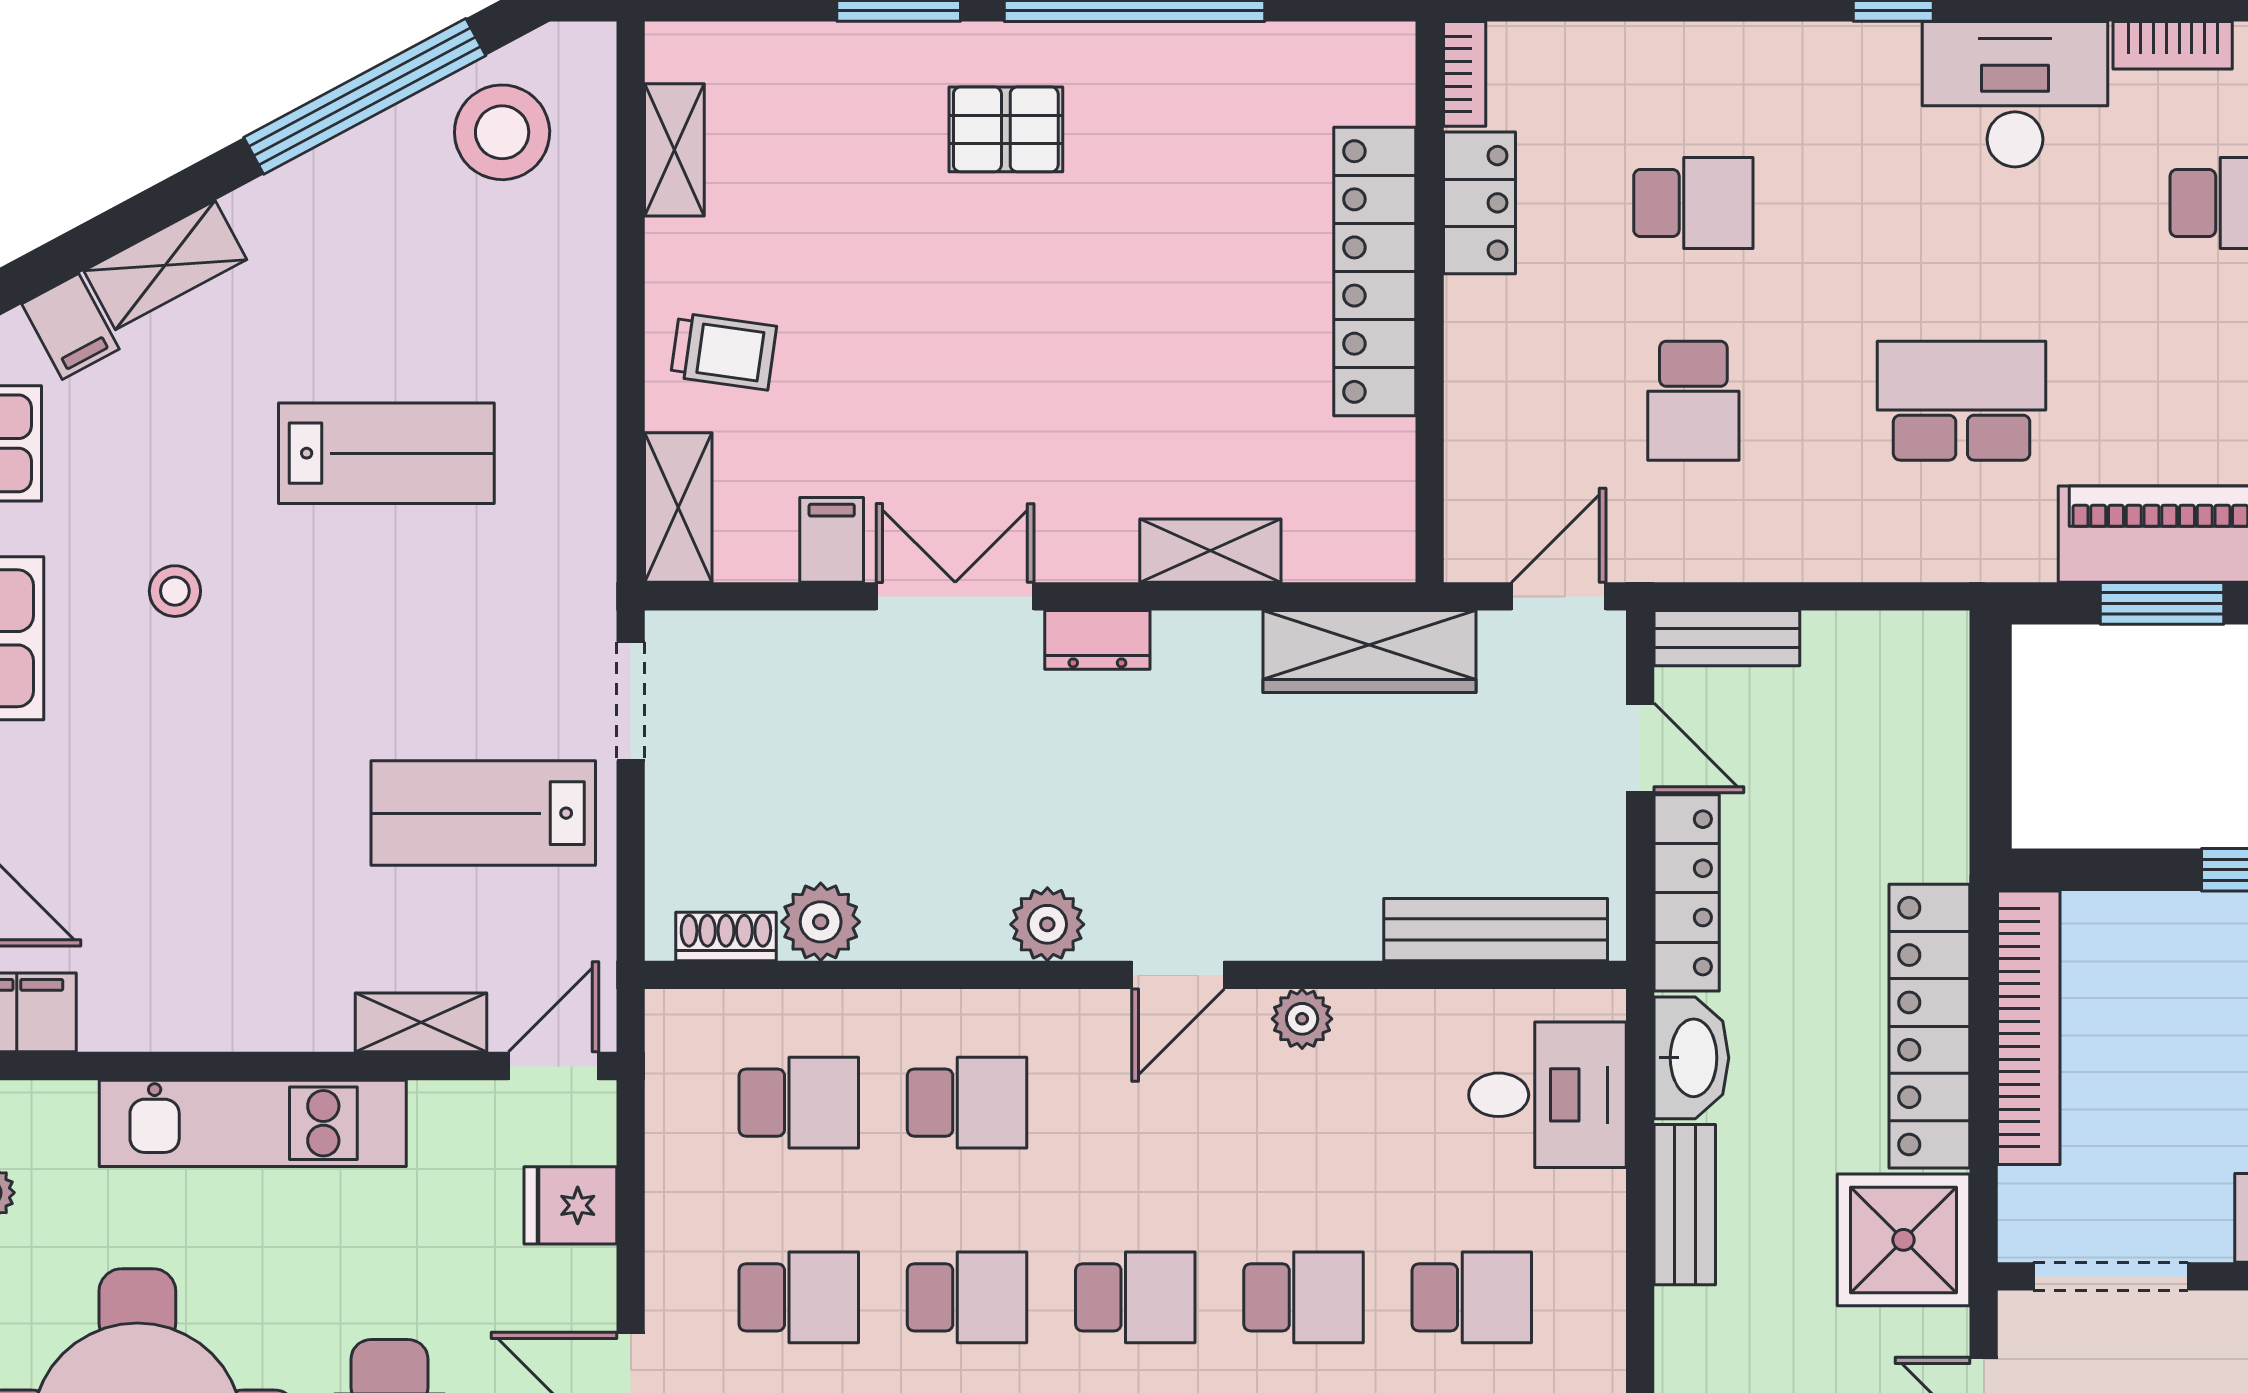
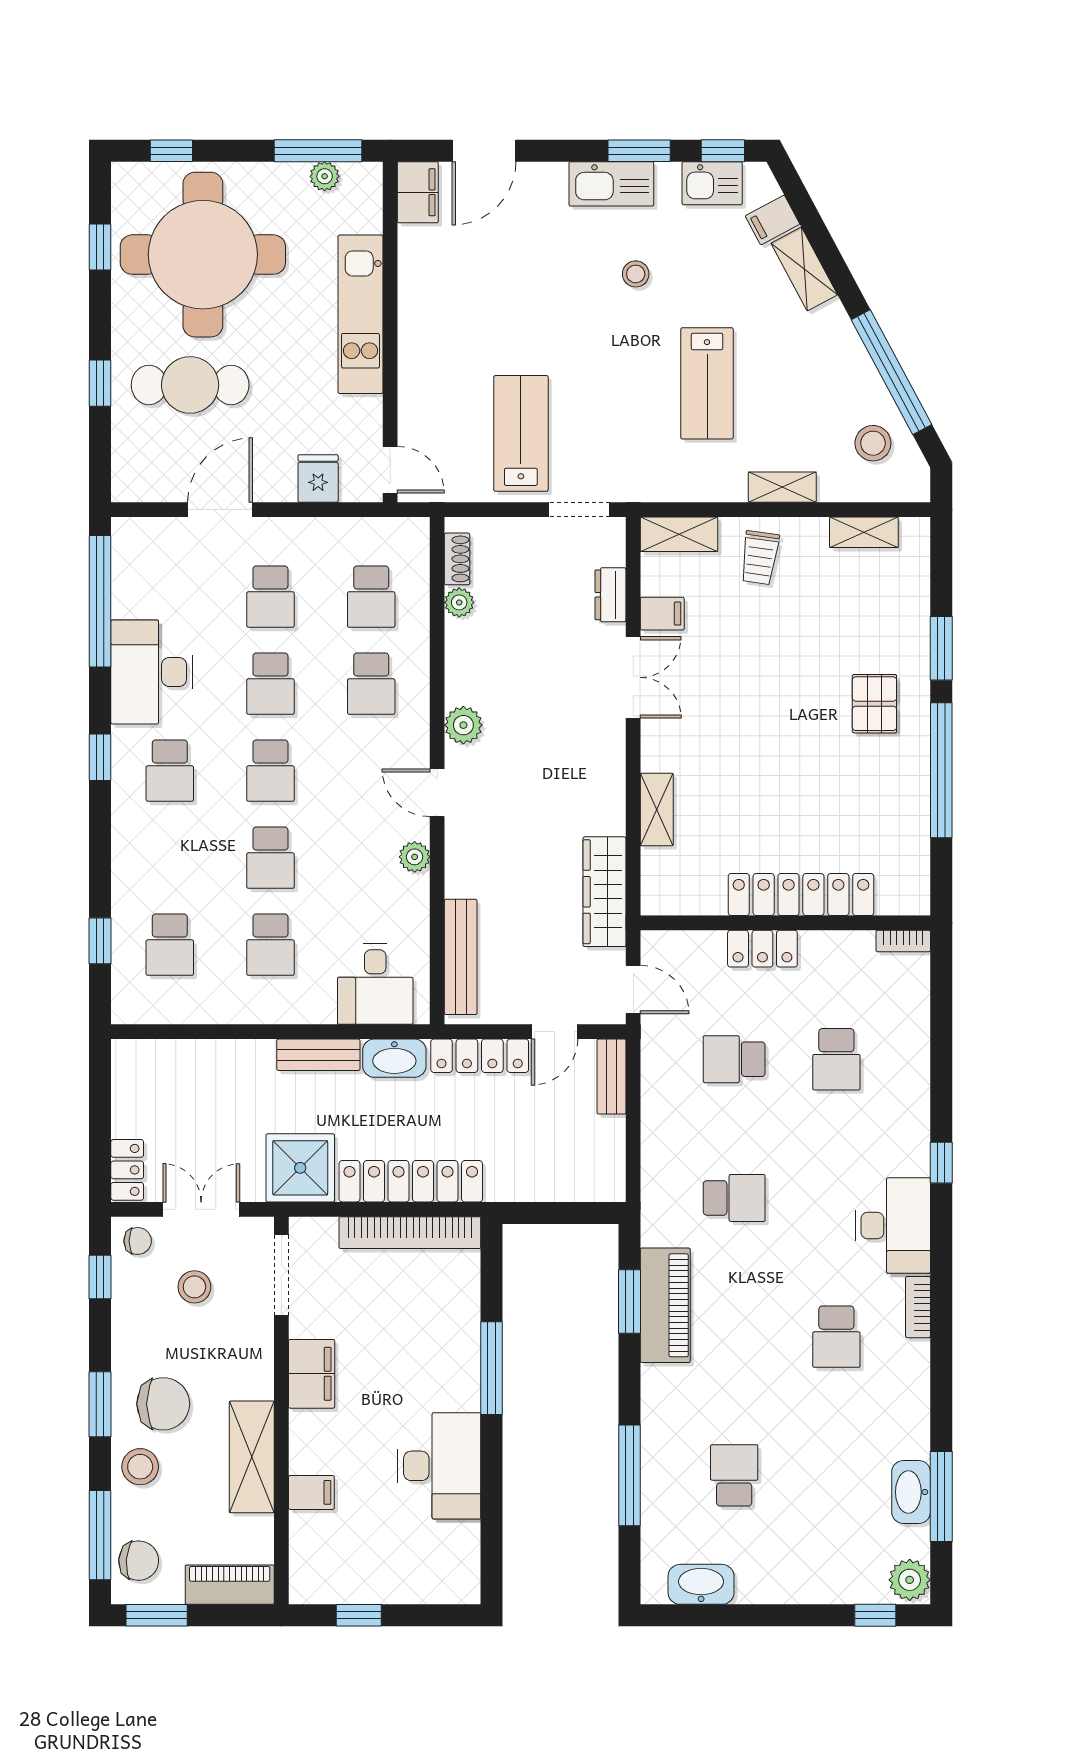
stool: (502, 132) -> (873, 443), width x0.73, depth x0.73
locker: (1480, 203) -> (762, 949), moved
school desk: (1962, 401) -> (734, 1198), width x0.54
dresser: (1097, 640) -> (610, 595), moved
plant: (821, 922) -> (459, 602), width x0.73, depth x0.73
shelving: (421, 1022) -> (782, 487), moved, turned 90

